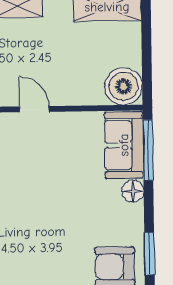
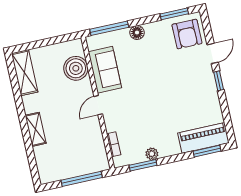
boiler: (124, 86) -> (76, 68), moved
sofa: (124, 145) -> (105, 70), moved, turned -90

